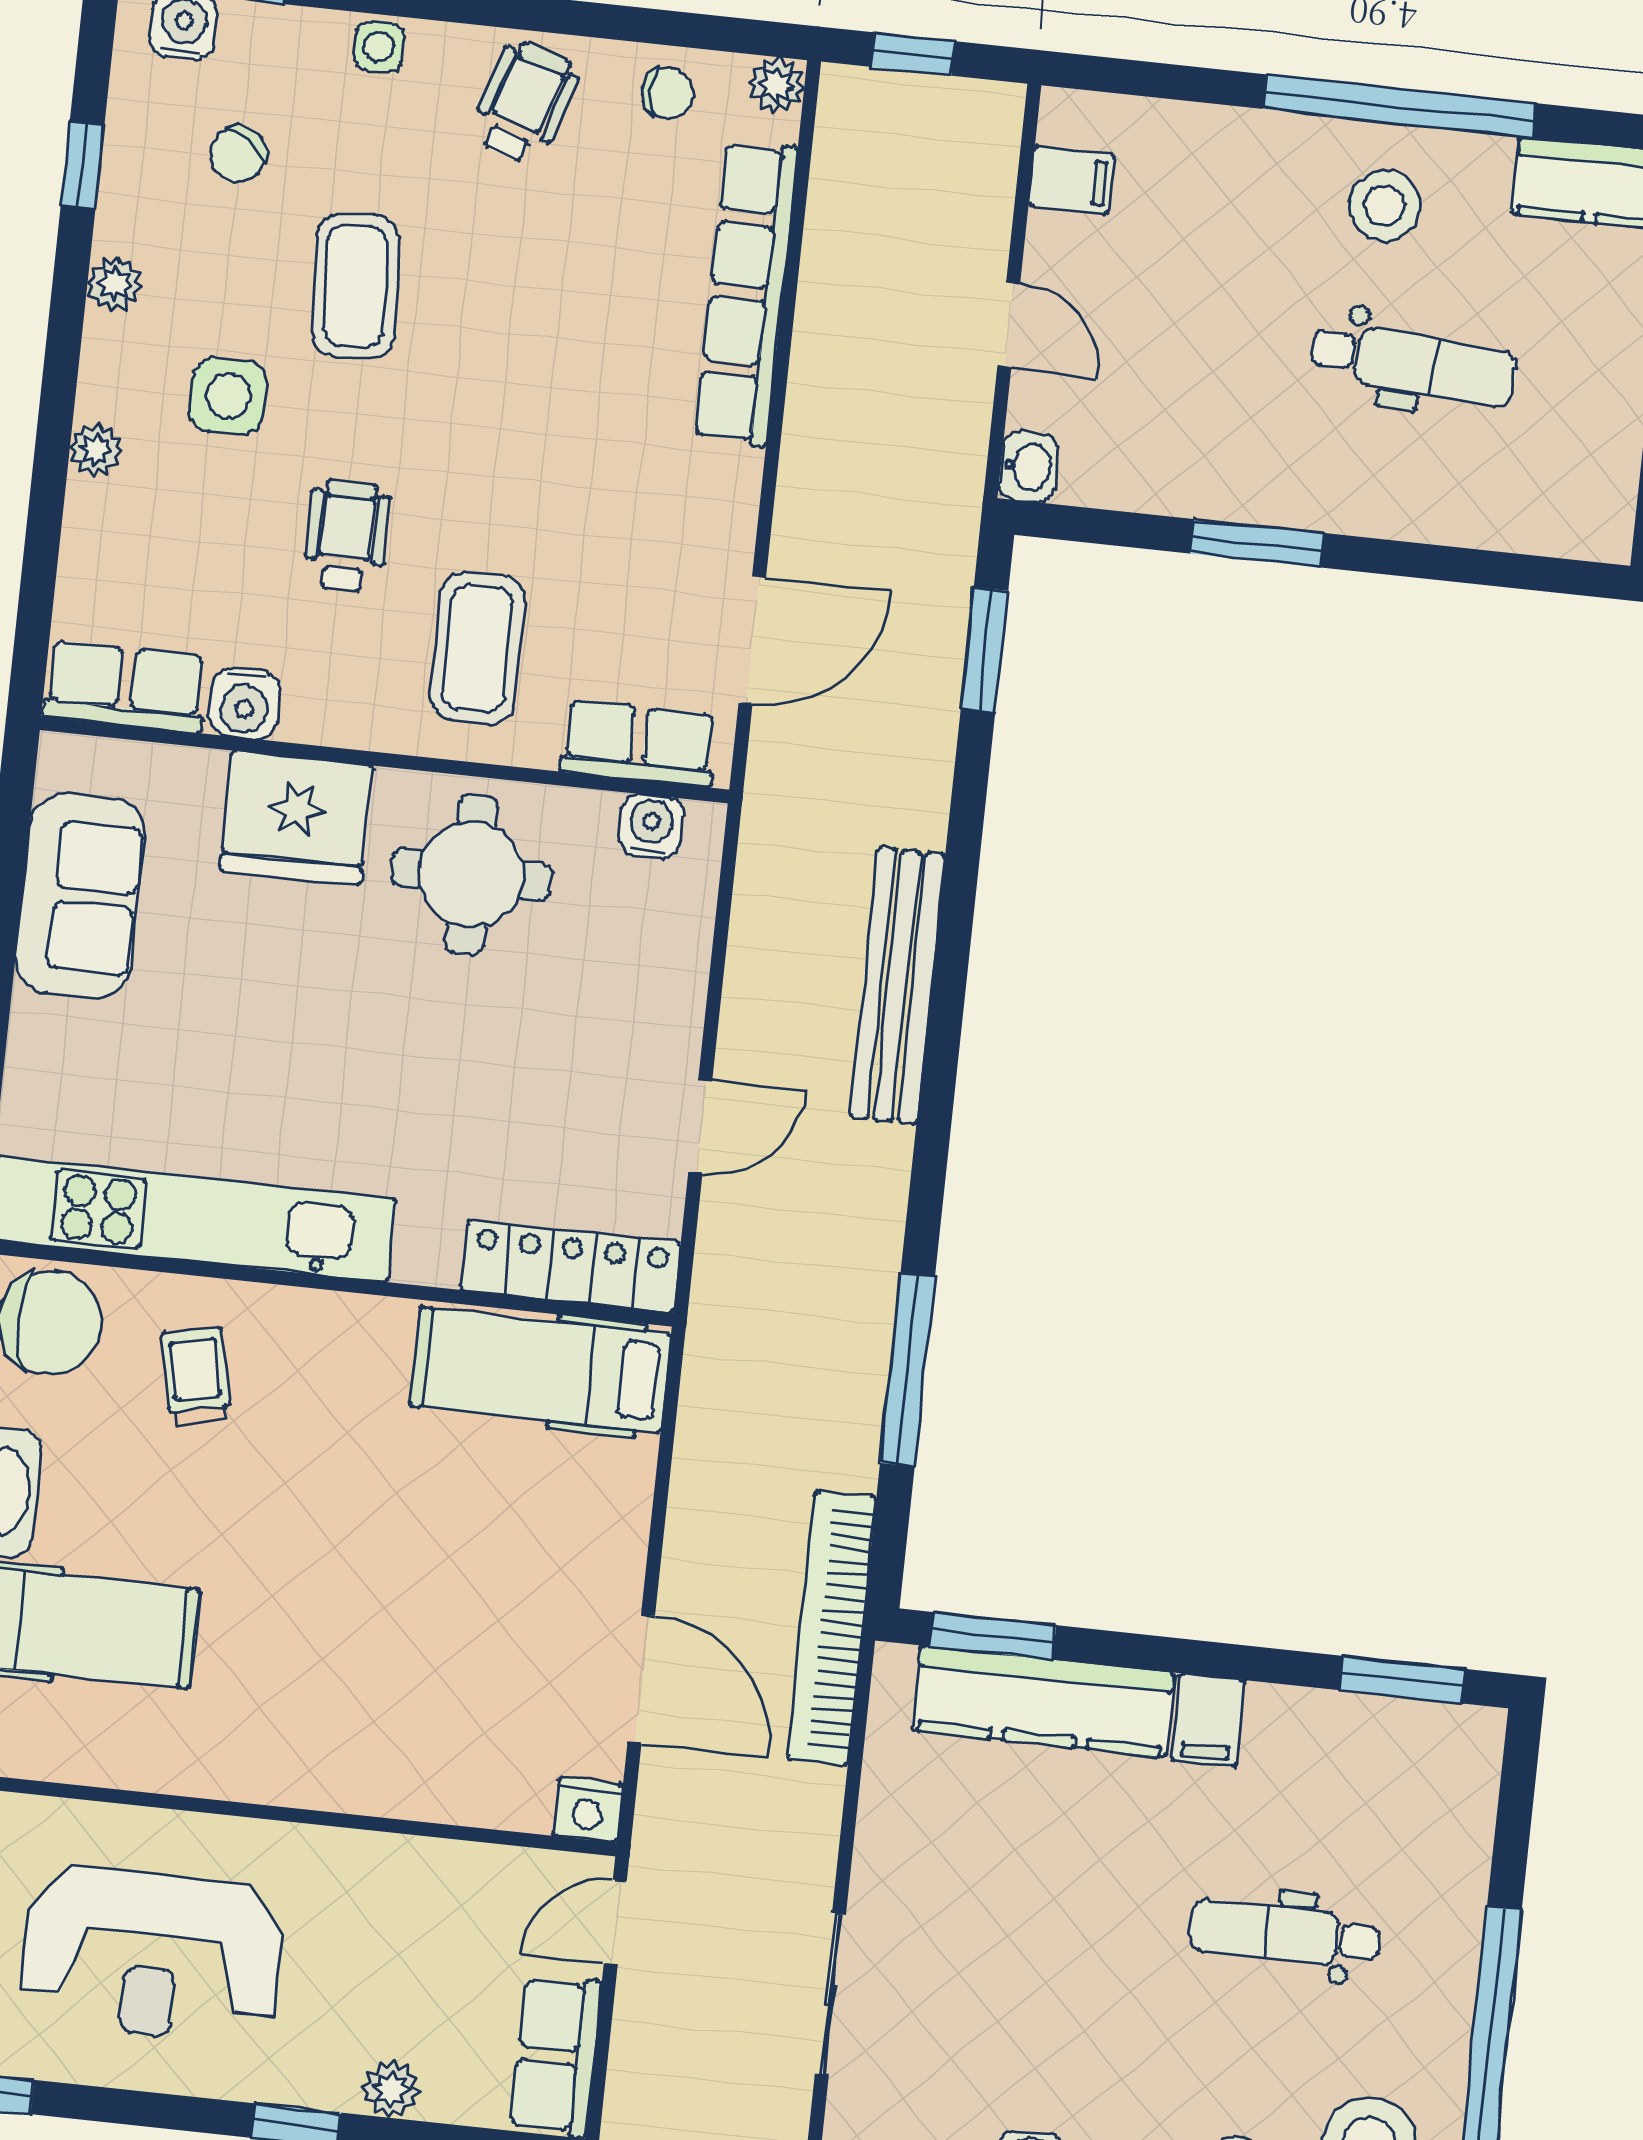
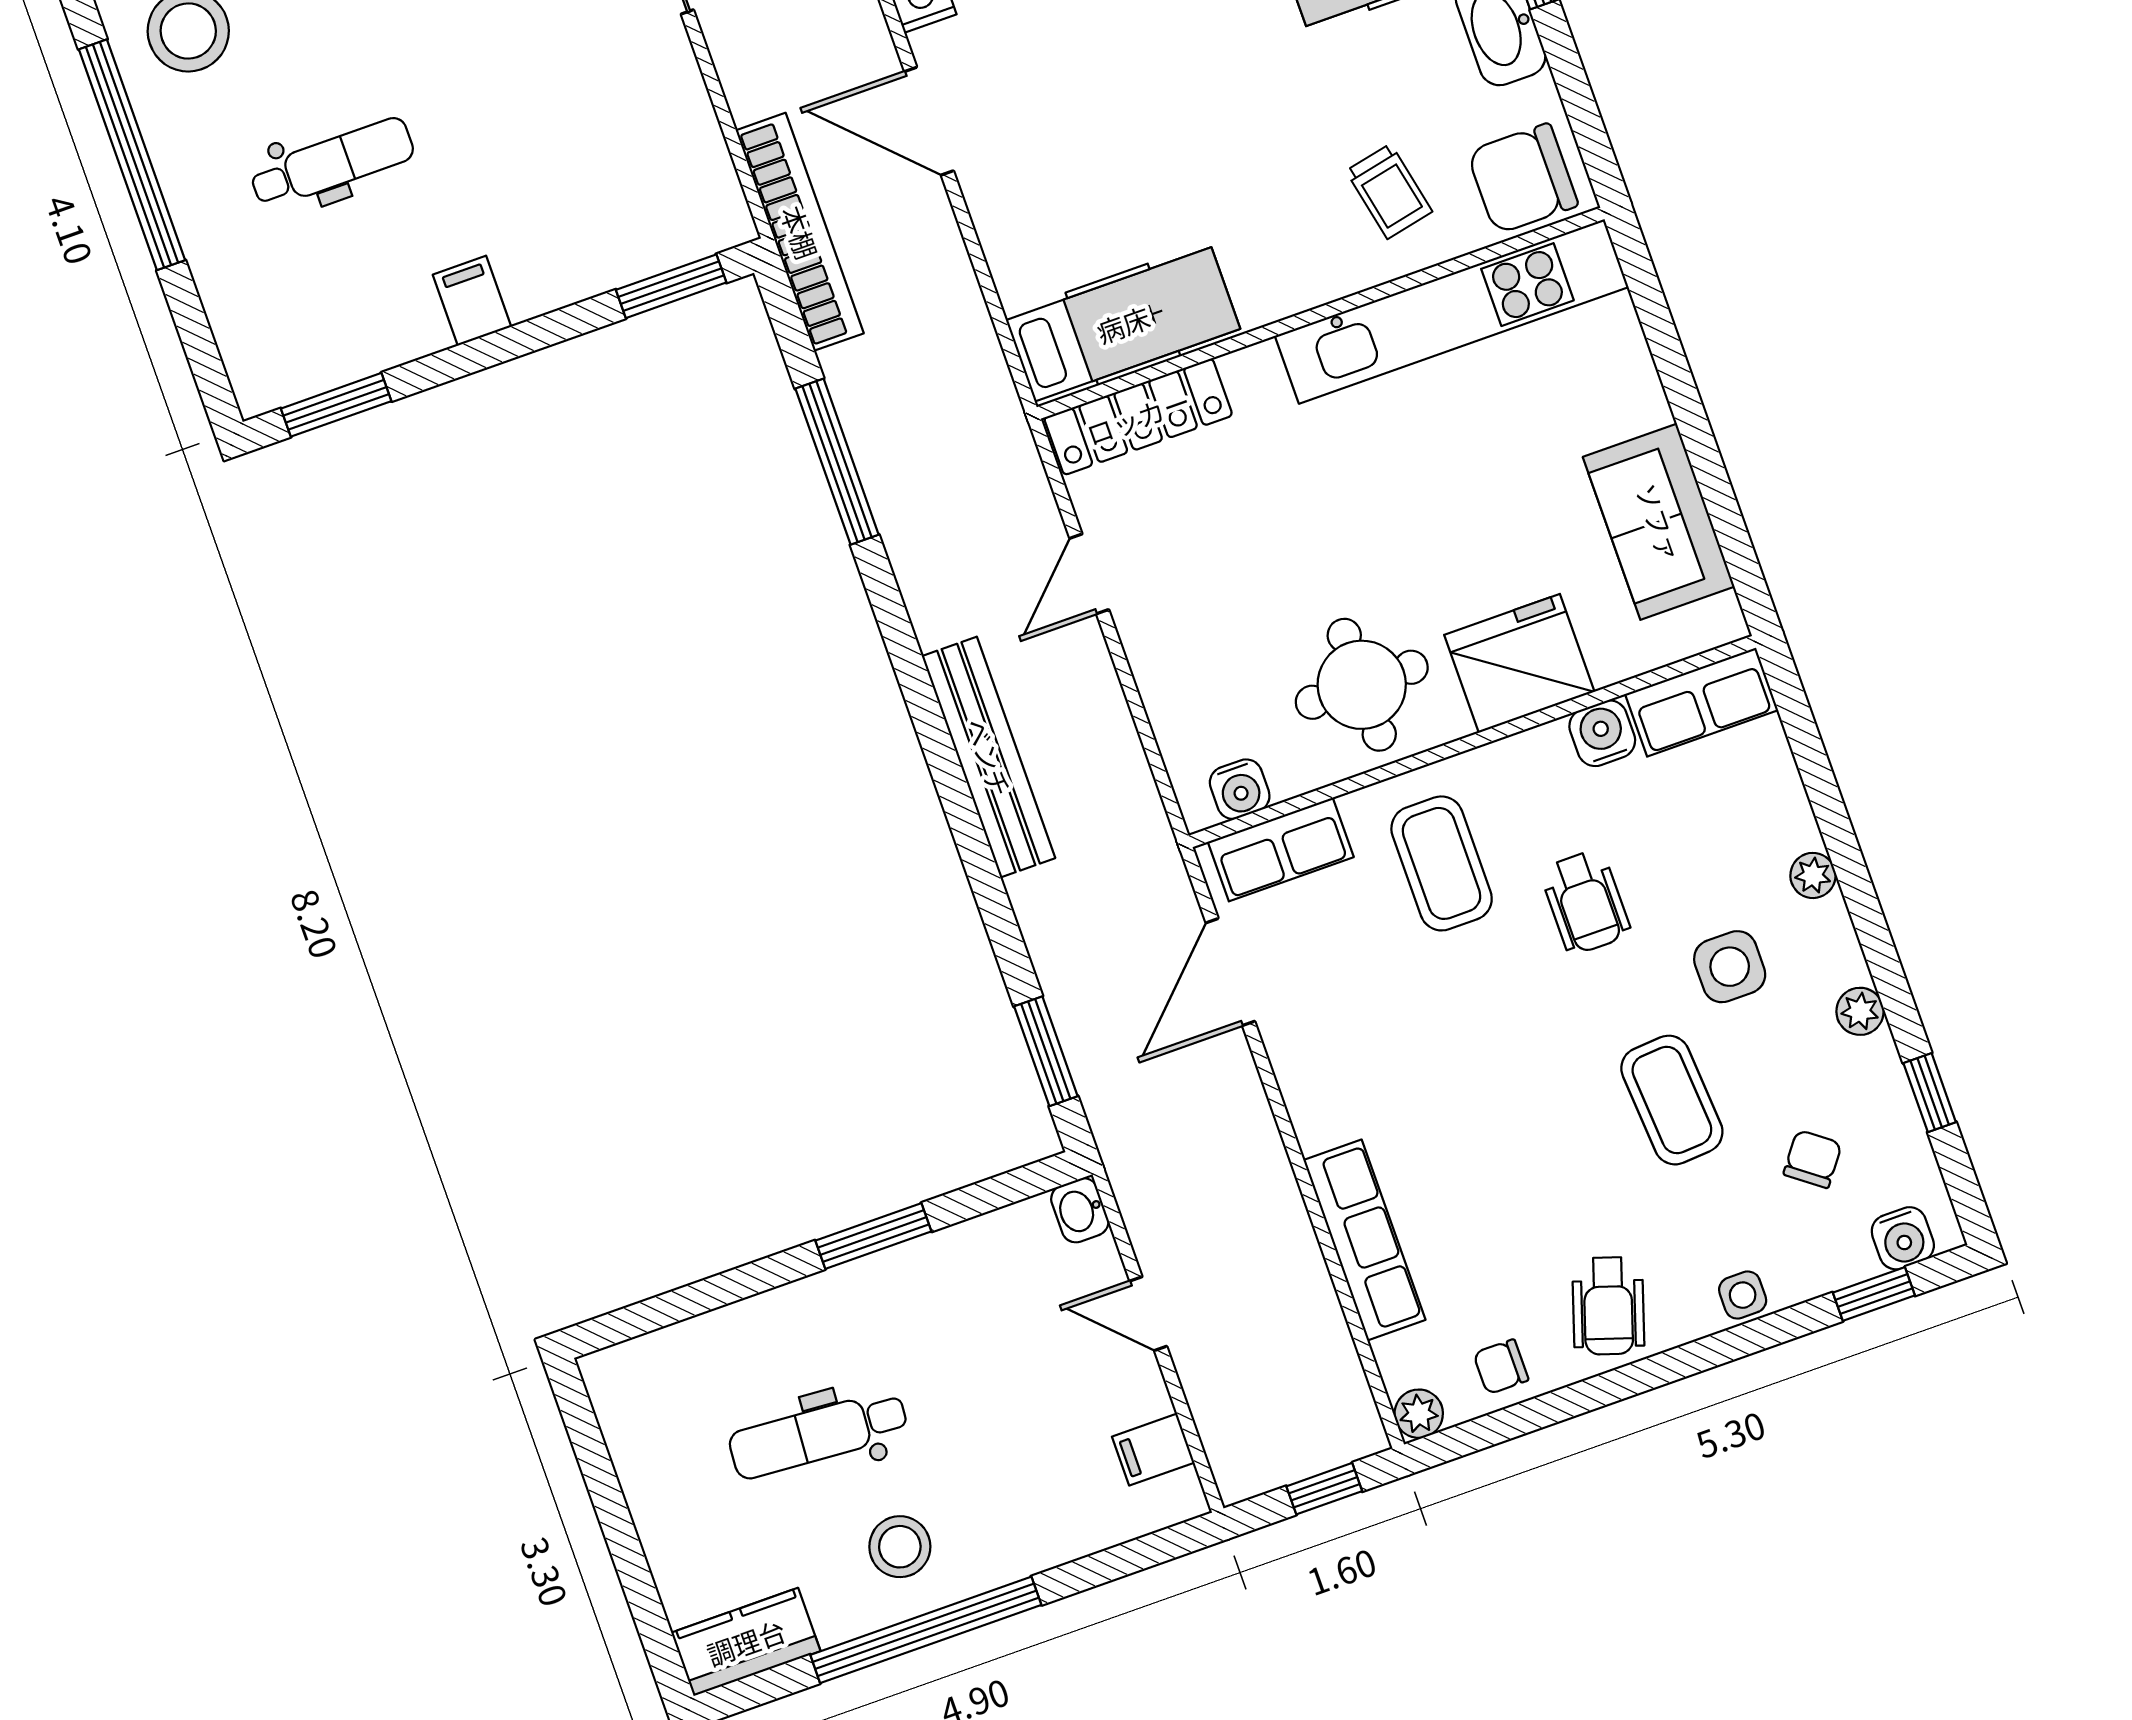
row of seats: (746, 294) -> (1364, 1240), width x0.73
kitchen counter: (1043, 1701) -> (608, 254), removed

